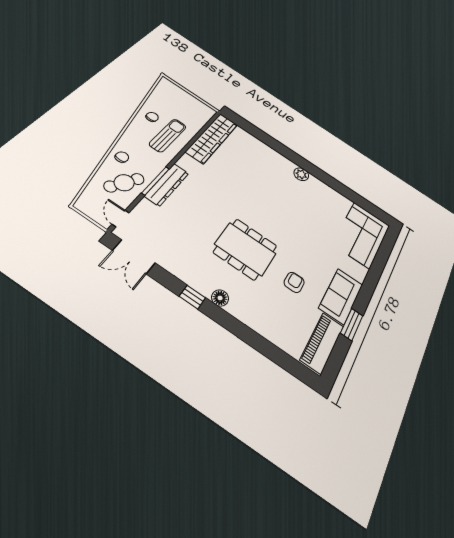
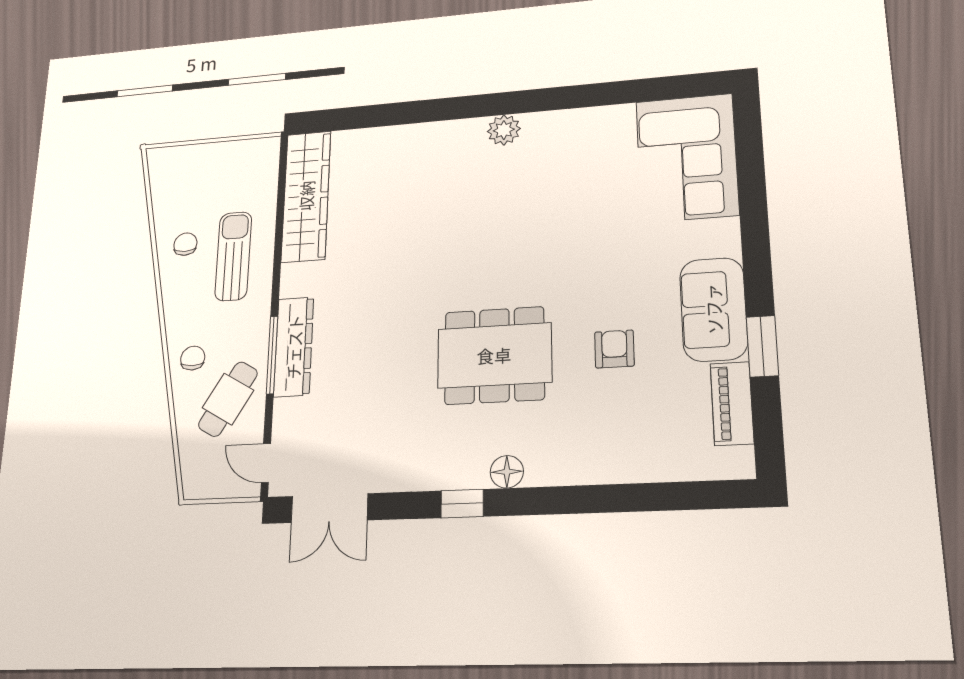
piano: (322, 343) -> (732, 403), width x0.73, depth x0.75

